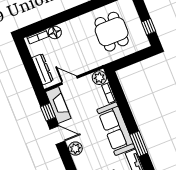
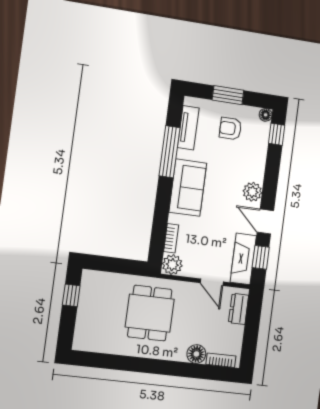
dining table: (112, 32) -> (150, 313), moved
dresser: (42, 69) -> (239, 309), width x0.70
sofa: (116, 129) -> (188, 188), width x0.73
window: (139, 144) -> (169, 152), width x1.44

